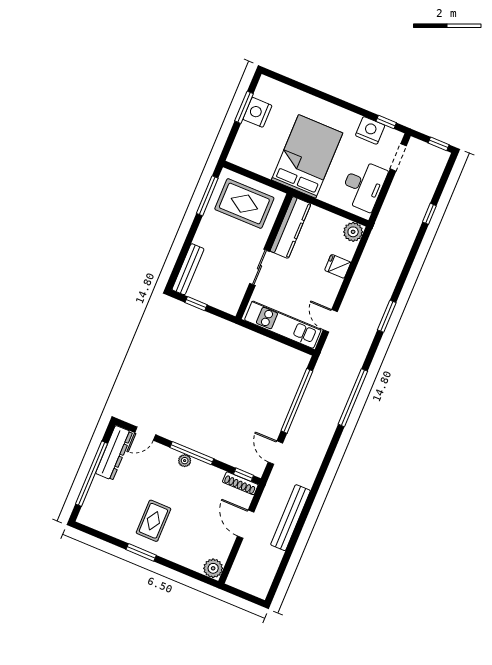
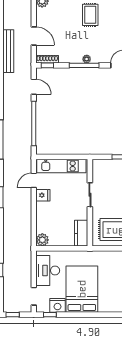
bed: (307, 156) -> (82, 289), moved, turned 180
kitchen counter: (290, 227) -> (81, 233), width x0.67
fridge: (338, 266) -> (43, 195), moved
door: (330, 321) -> (34, 180), swing flipped

